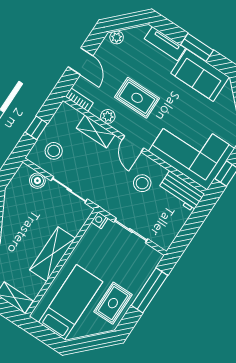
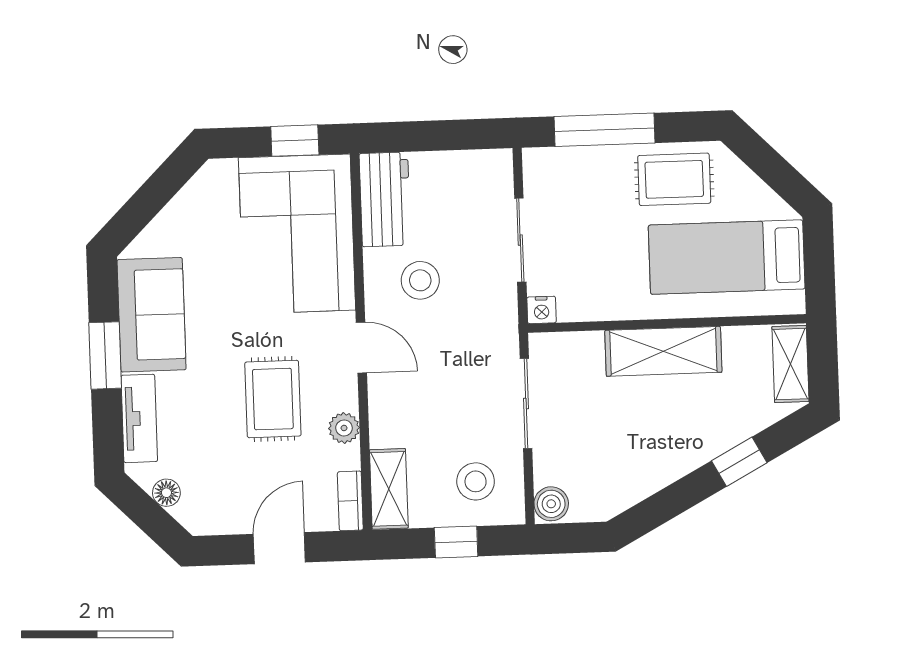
floor lamp: (130, 34) -> (166, 493), added
plant: (117, 37) -> (190, 514), removed
shelving: (96, 132) -> (389, 489), moved
door: (133, 144) -> (361, 348), hinge flipped
boiler: (37, 181) -> (551, 504), moved

